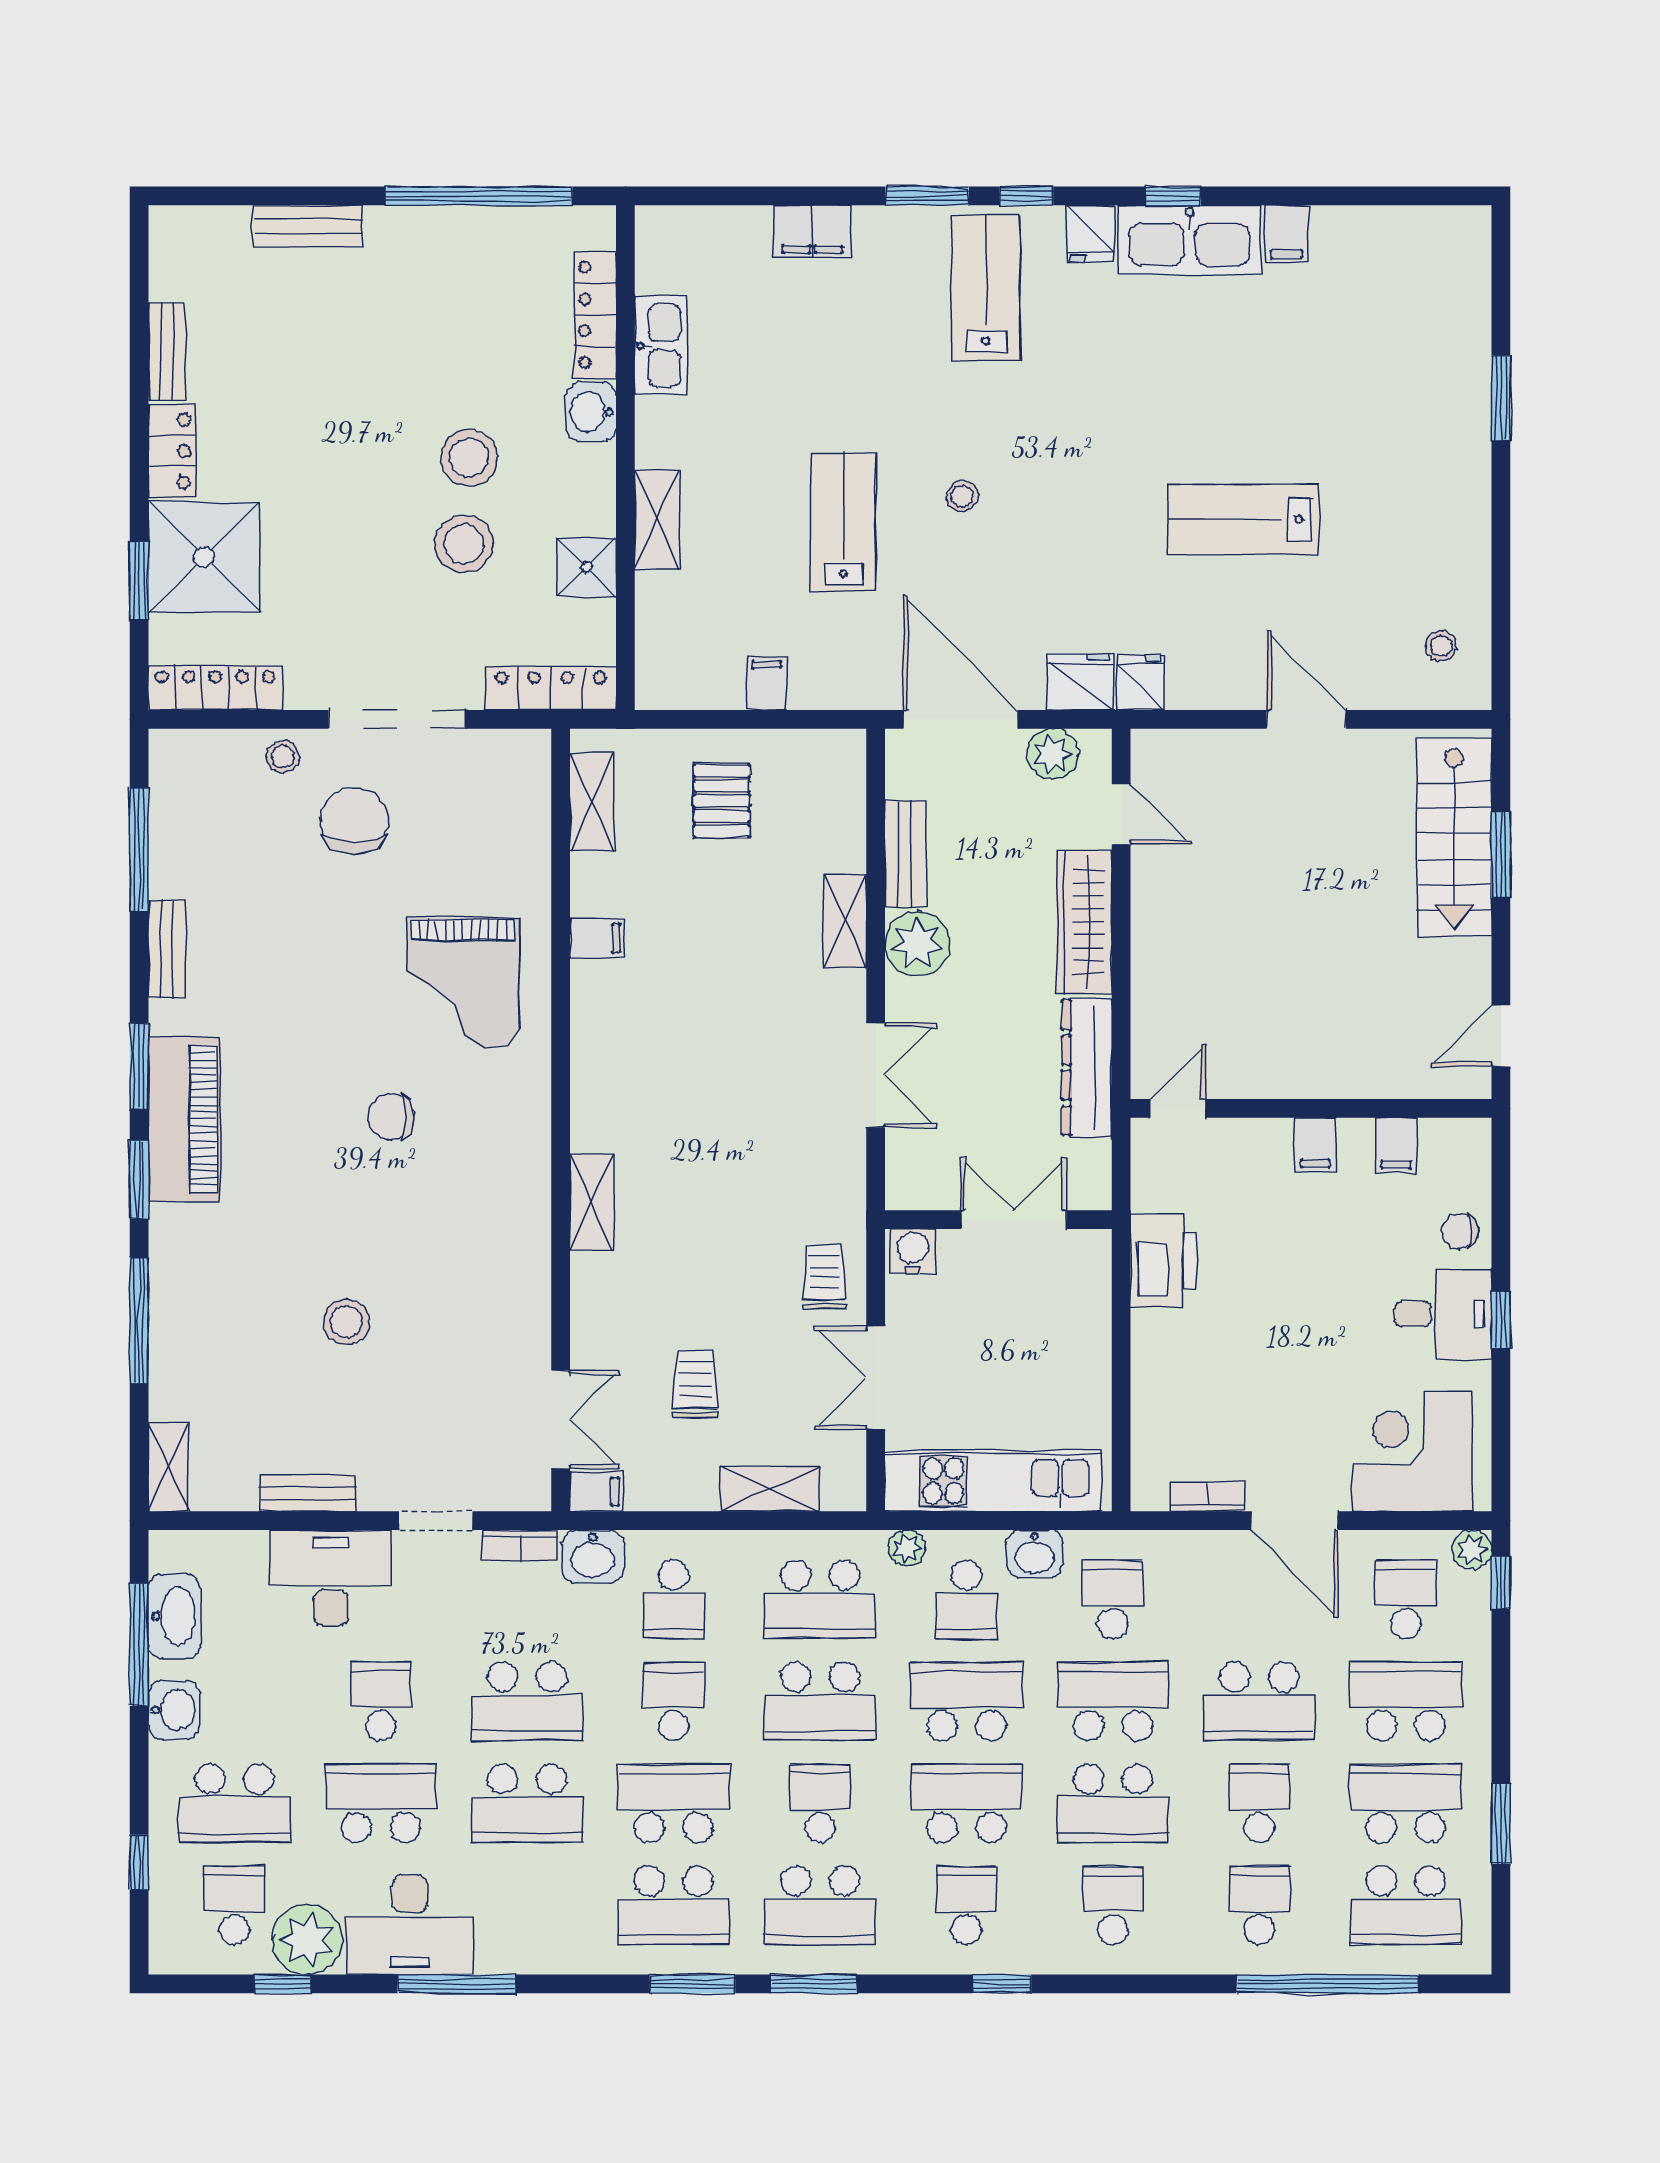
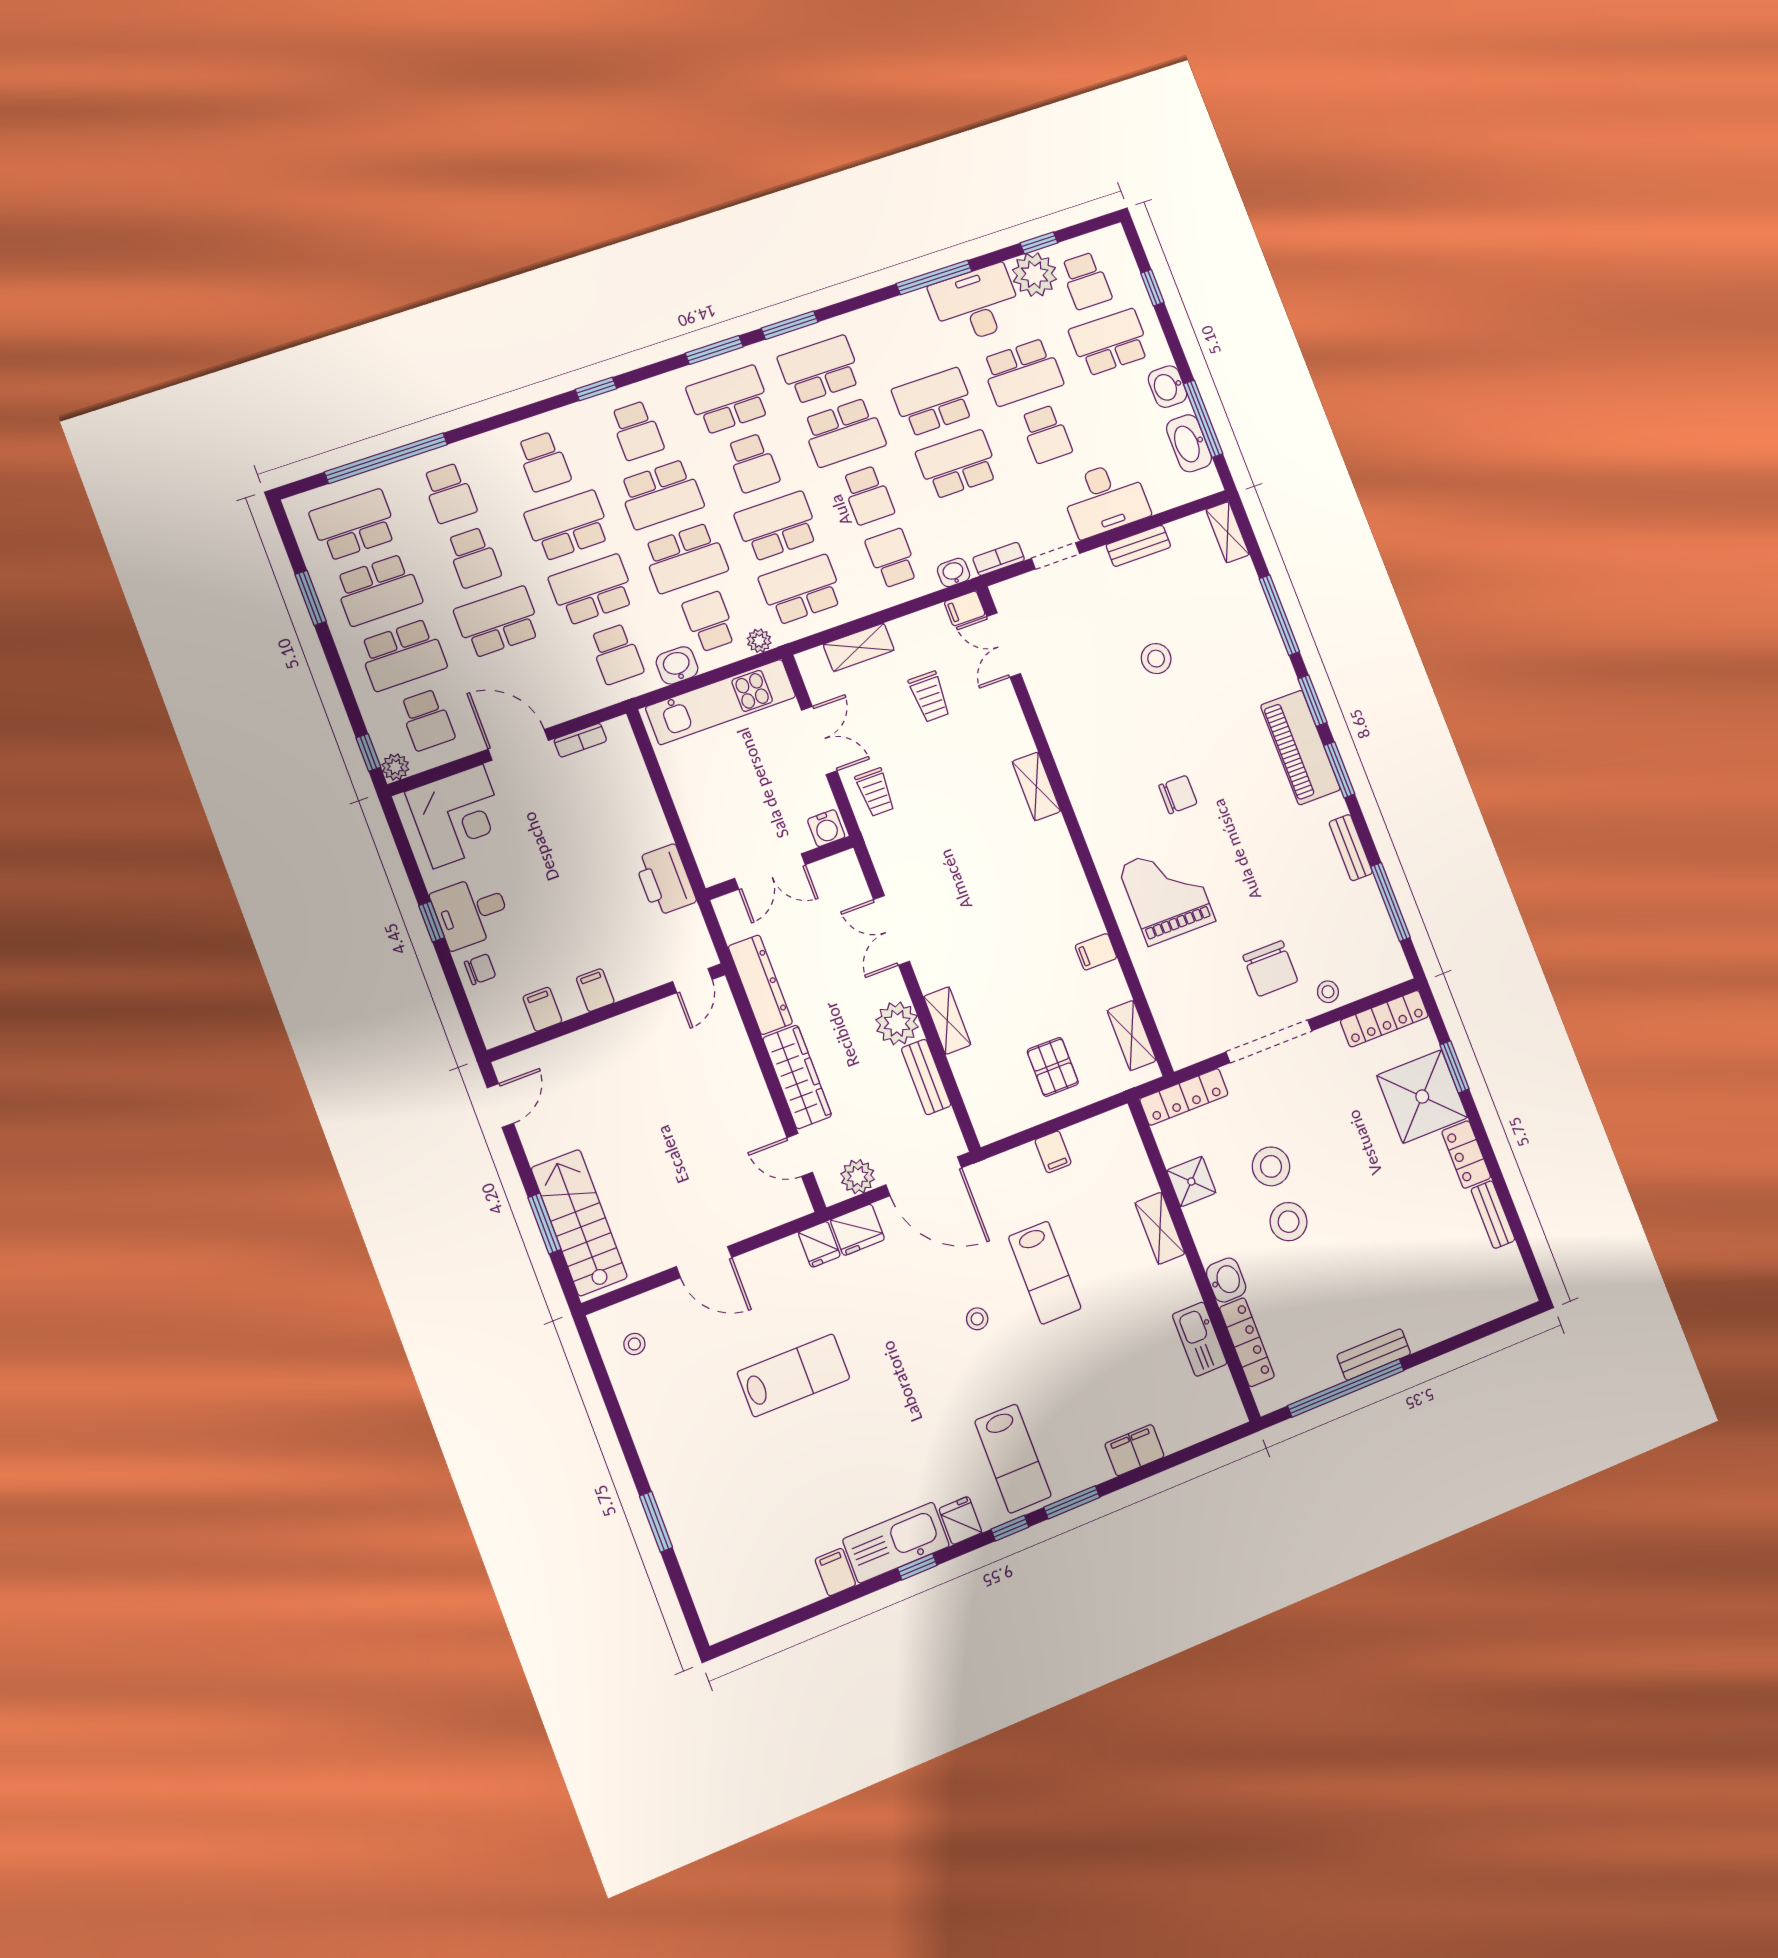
bench: (308, 226) -> (1374, 1355), moved
washbasin: (593, 1556) -> (954, 573), width x0.72, depth x0.69
school desk: (1113, 1701) -> (592, 590), turned 180

